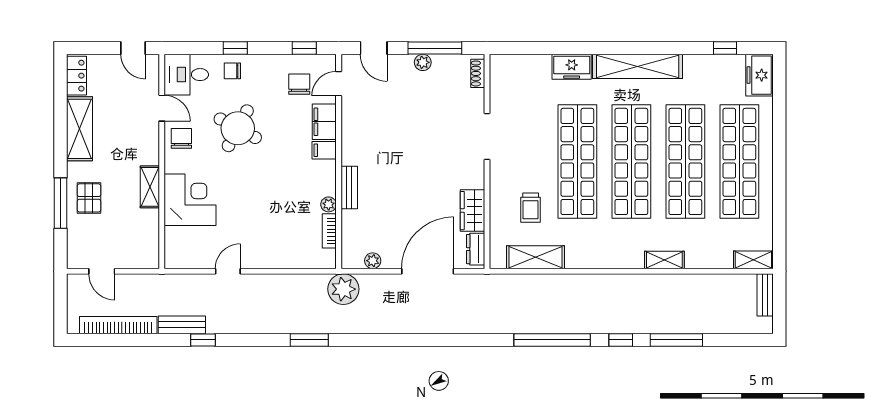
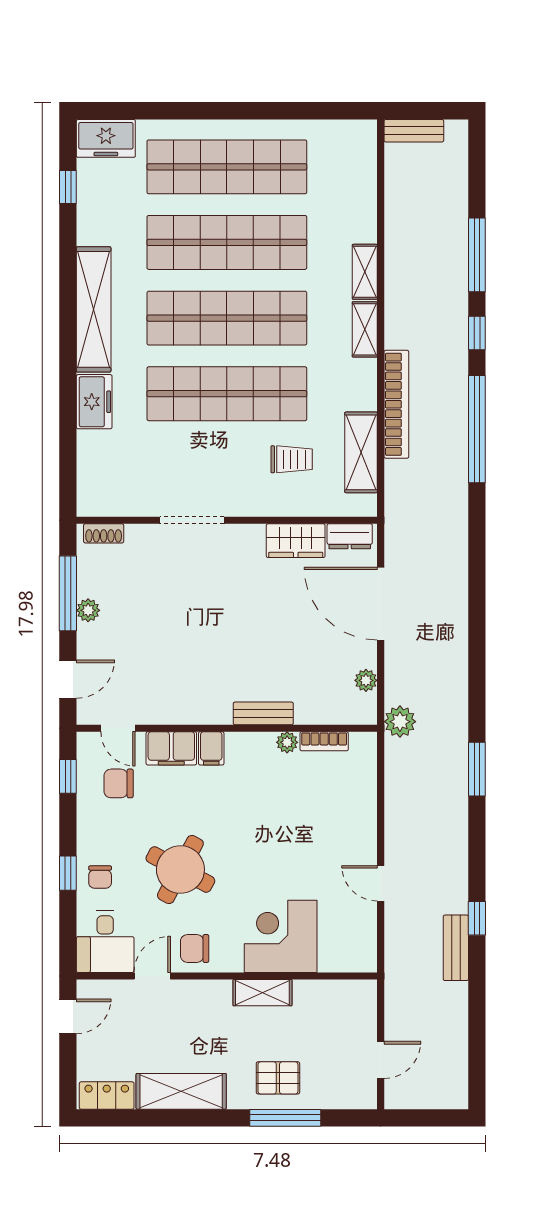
shelving: (753, 260) -> (365, 329), moved
plant: (343, 289) -> (400, 722), width x0.73, depth x0.73
bookcase: (118, 325) -> (396, 404), moved, turned 180

